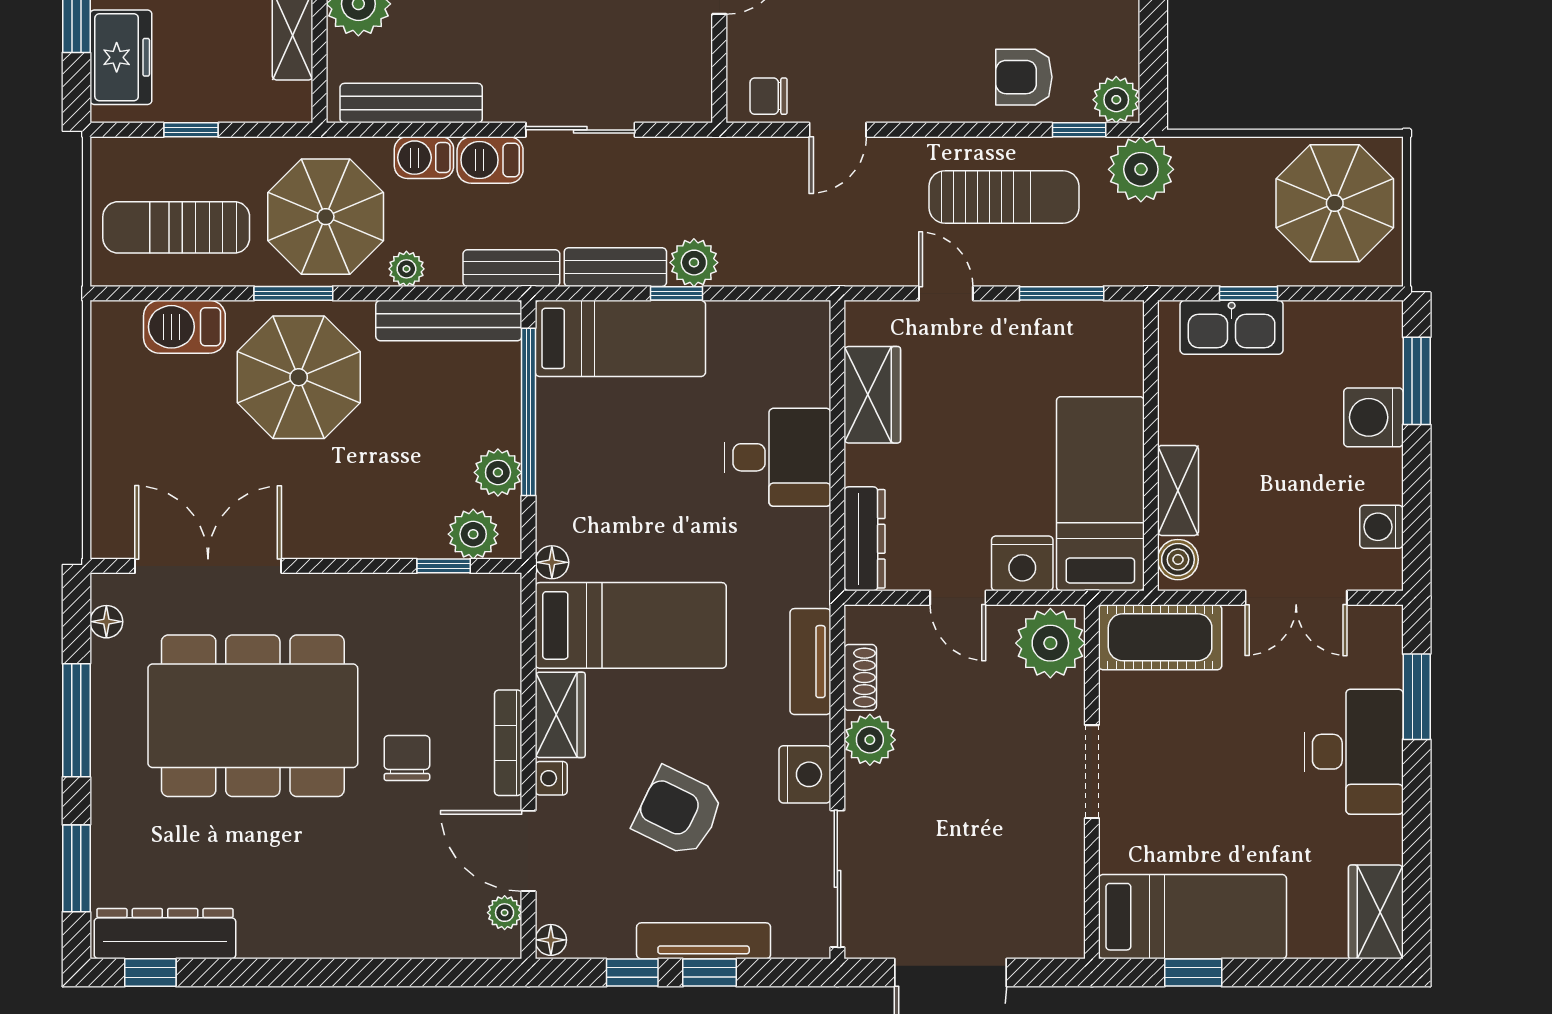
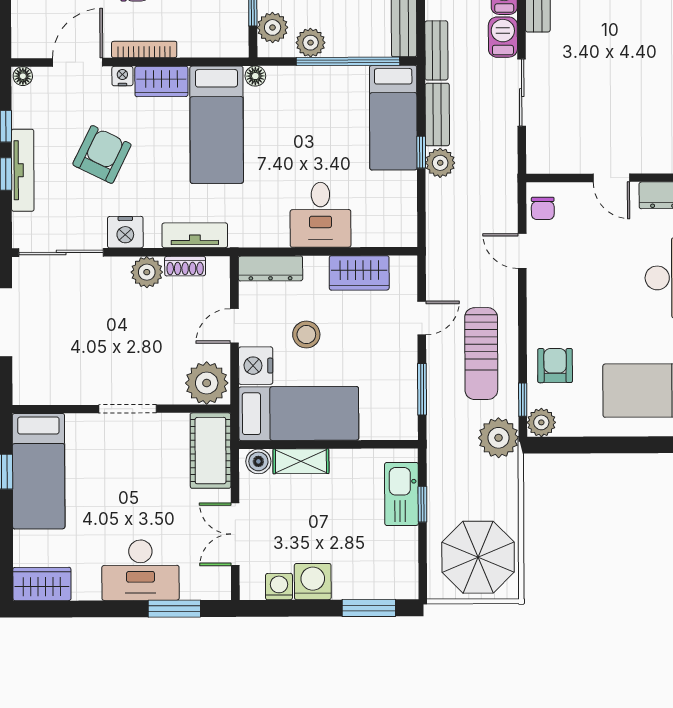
chair: (769, 96) -> (543, 208), turned 180
washing machine: (1373, 417) -> (313, 582), moved
stool: (972, 481) -> (306, 335), added
plant: (505, 913) -> (40, 48), removed

